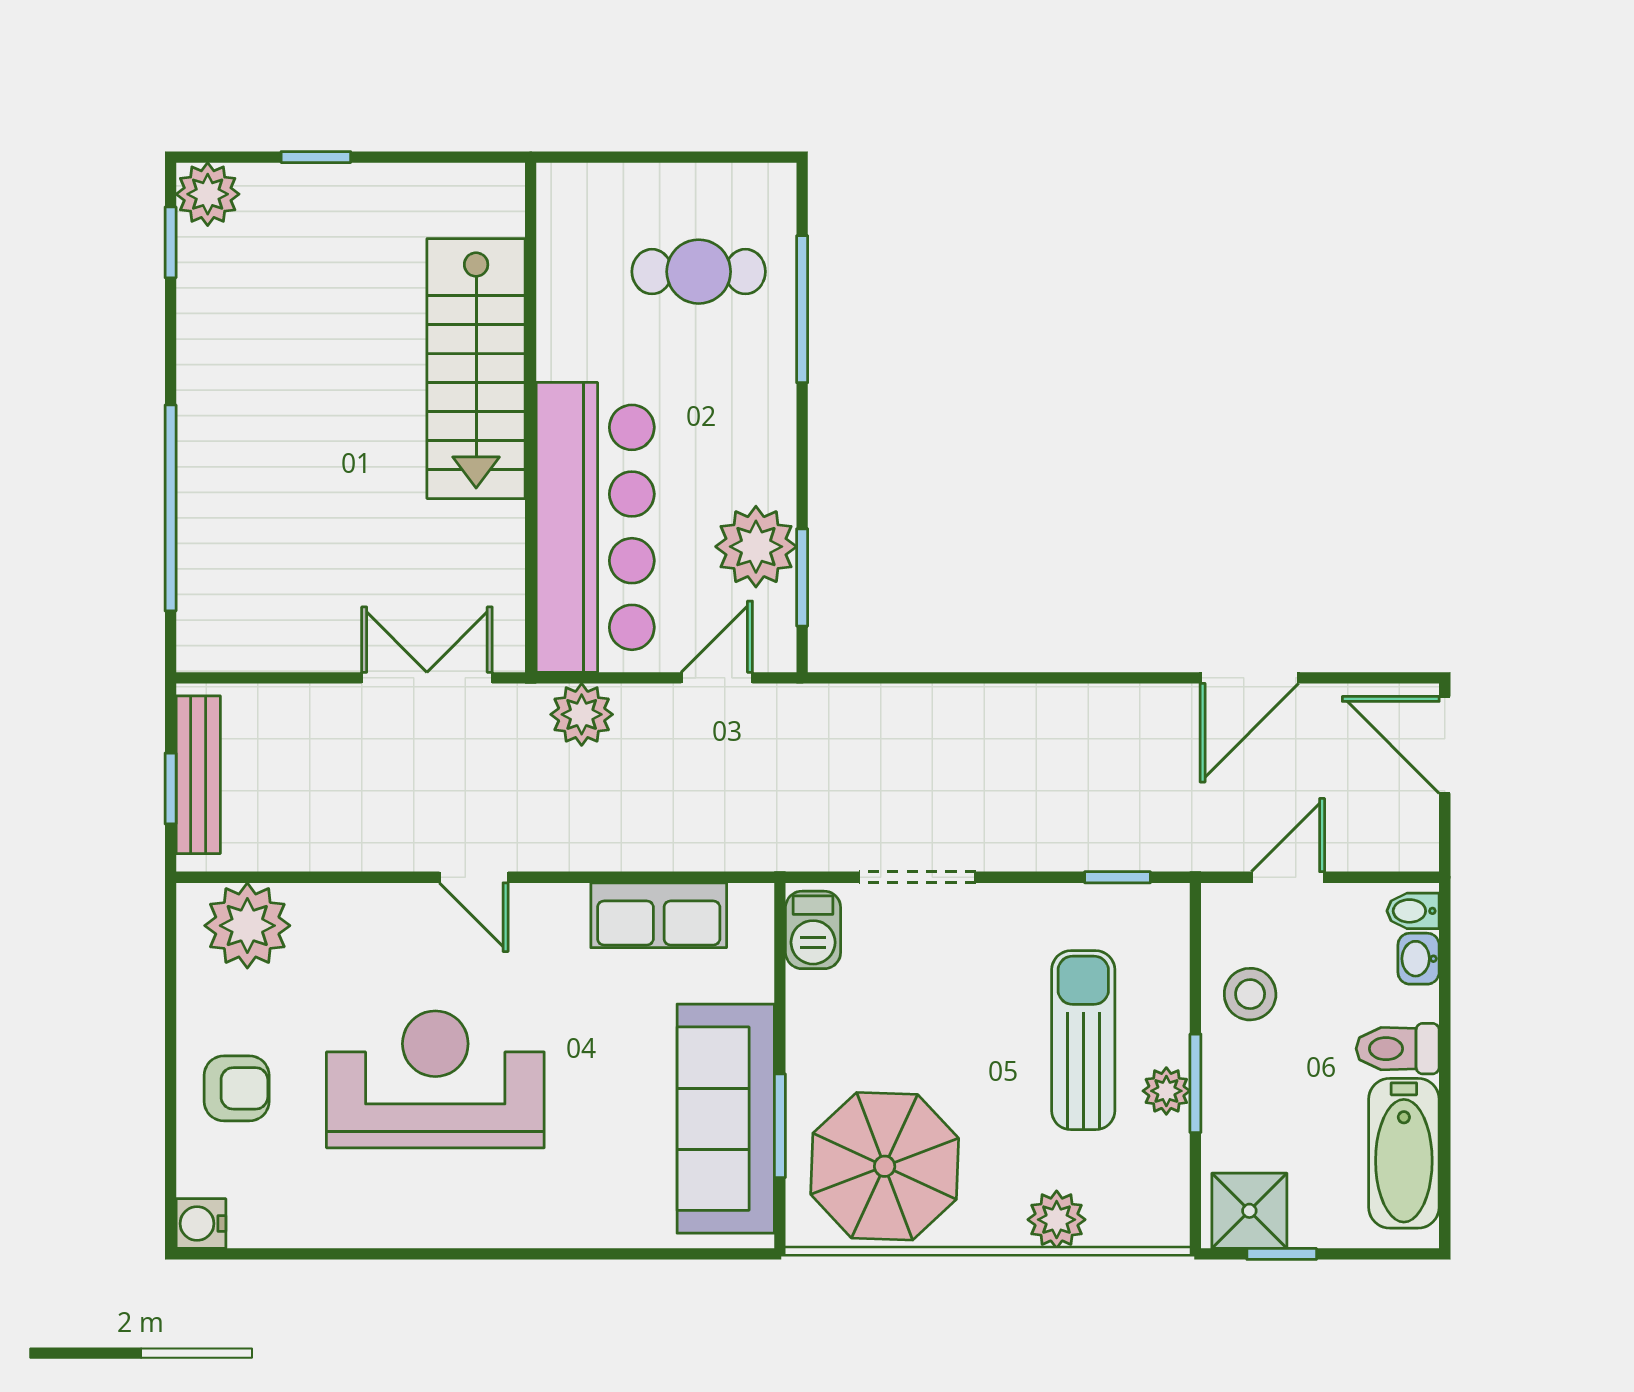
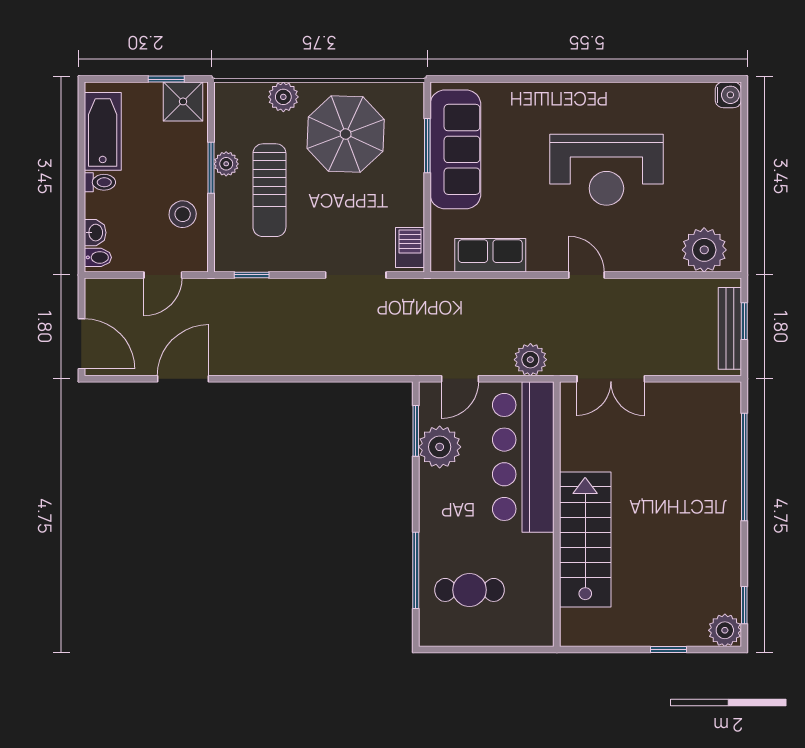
toilet: (1398, 1049) -> (100, 182), width x0.73, depth x0.72
armchair: (237, 1088) -> (710, 165), removed
parasol: (885, 1166) -> (346, 134), moved

